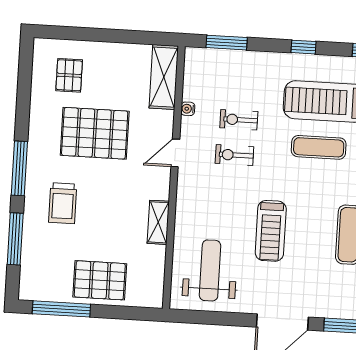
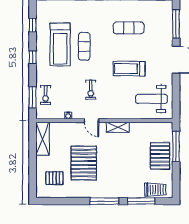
shelving: (164, 77) -> (42, 139), moved, turned 90
exercise bike: (239, 120) -> (46, 95), moved
trolley: (63, 203) -> (155, 190), moved
shelving: (158, 222) -> (118, 127), moved
treadmill: (271, 231) -> (129, 69), turned 180
window: (61, 309) -> (176, 146), moved

